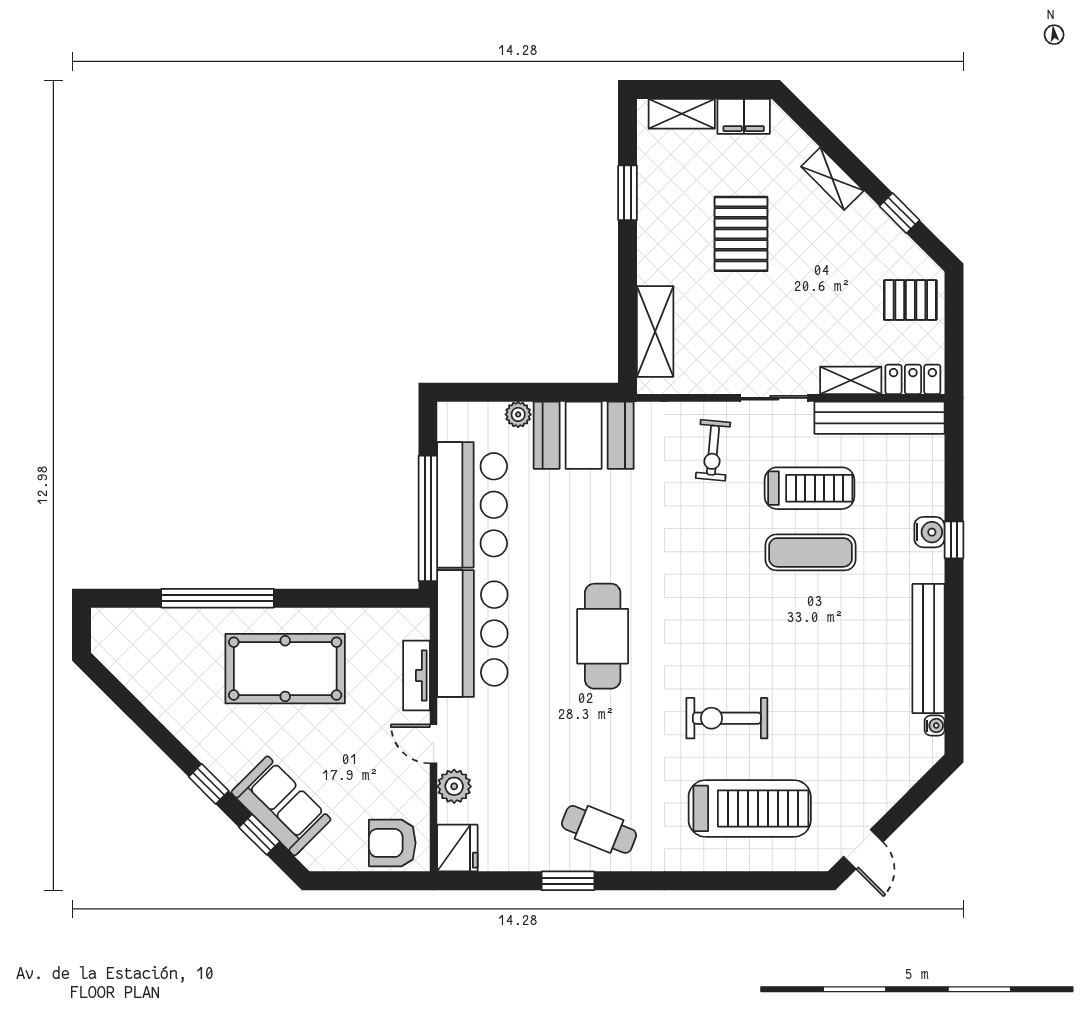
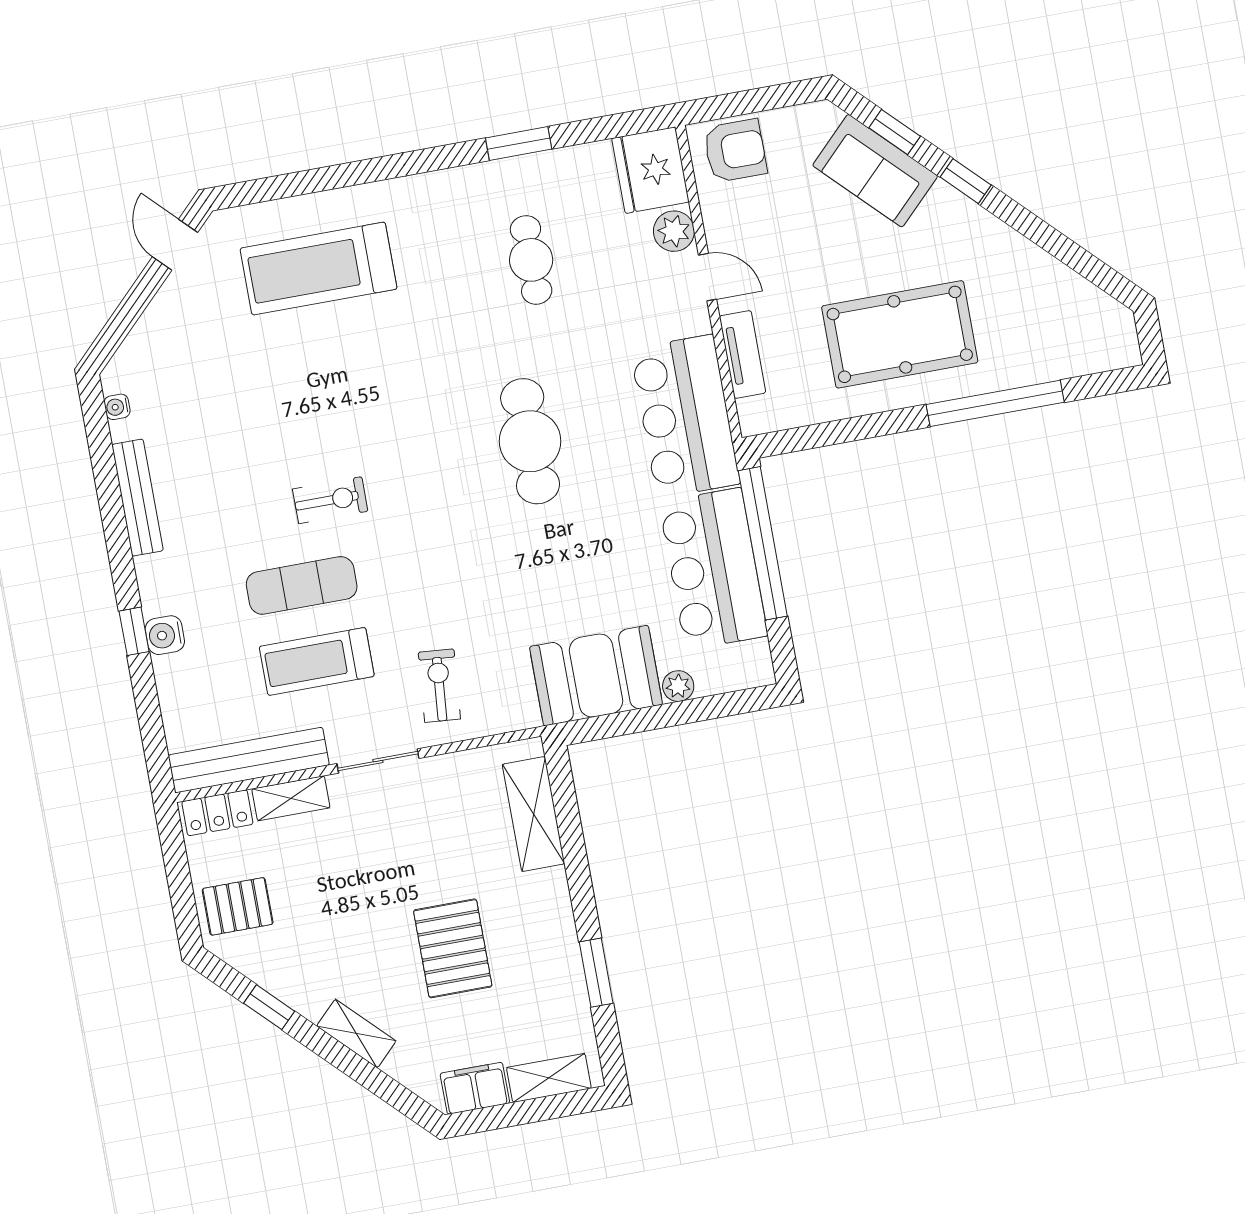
bench: (929, 648) -> (137, 498), width x0.73, depth x0.82
exercise bike: (727, 718) -> (330, 500), moved, width x0.73, depth x0.72
cafe table: (599, 829) -> (531, 260), moved, turned 68
fridge: (457, 848) -> (650, 170), width x1.36, depth x1.34

